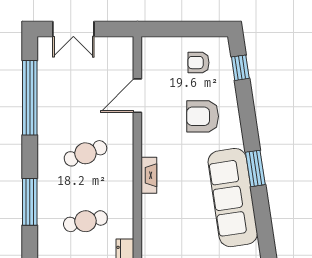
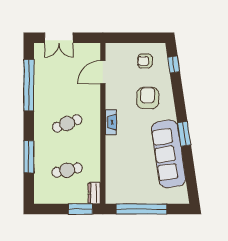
door: (137, 96) -> (103, 72), moved
armchair: (203, 116) -> (148, 98), turned 90
fireplace: (149, 175) -> (111, 122), moved

